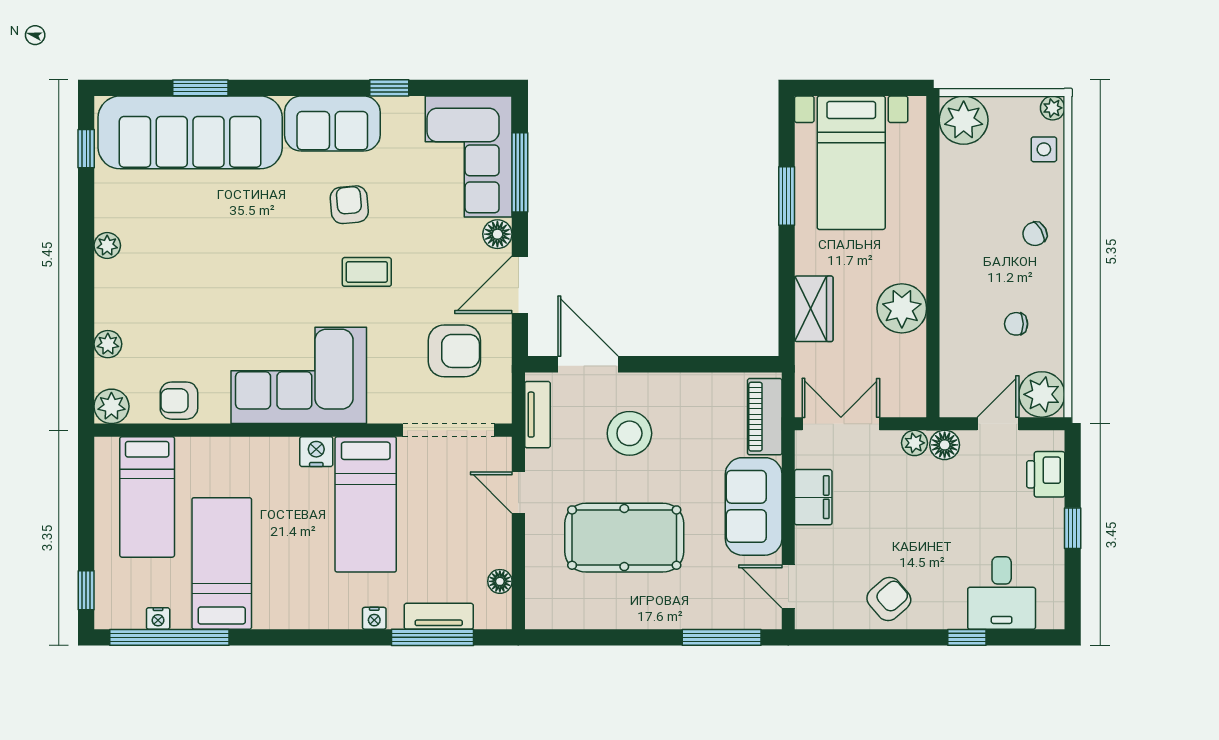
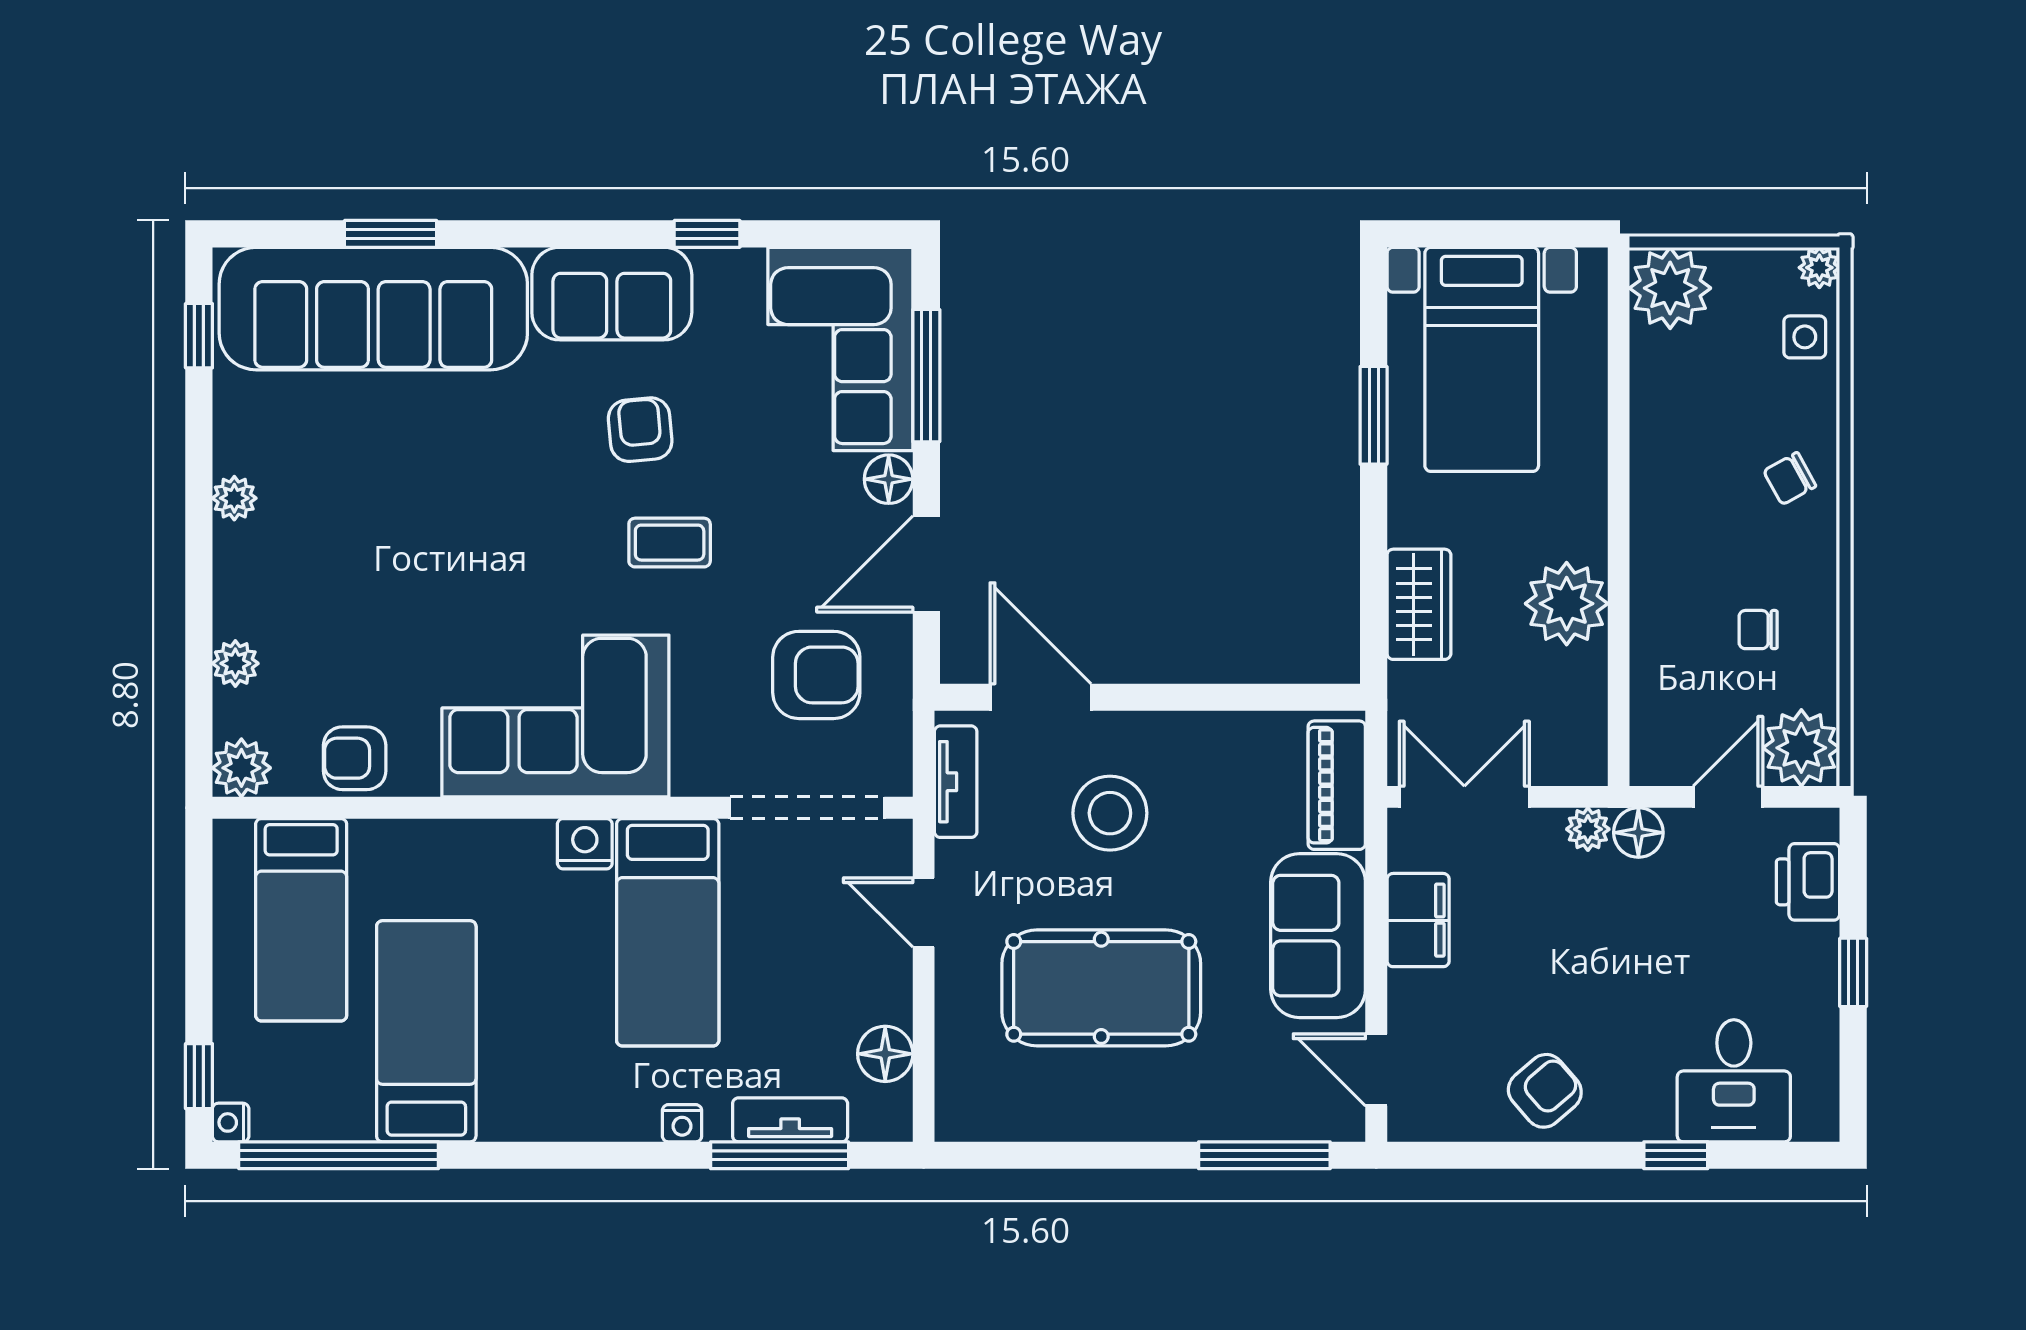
floor lamp: (500, 581) -> (885, 1054), width x1.37, depth x1.37
nightstand: (158, 618) -> (231, 1122), moved, turned 90

